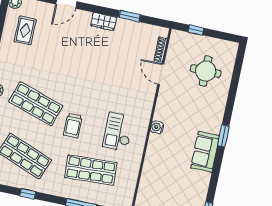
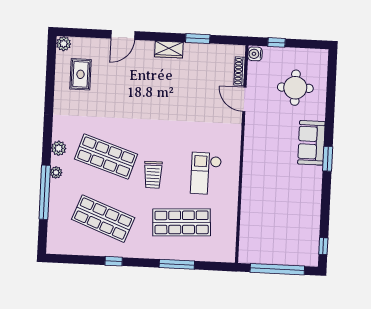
water cooler: (157, 127) -> (255, 54), moved
sofa: (205, 152) -> (311, 143), moved

